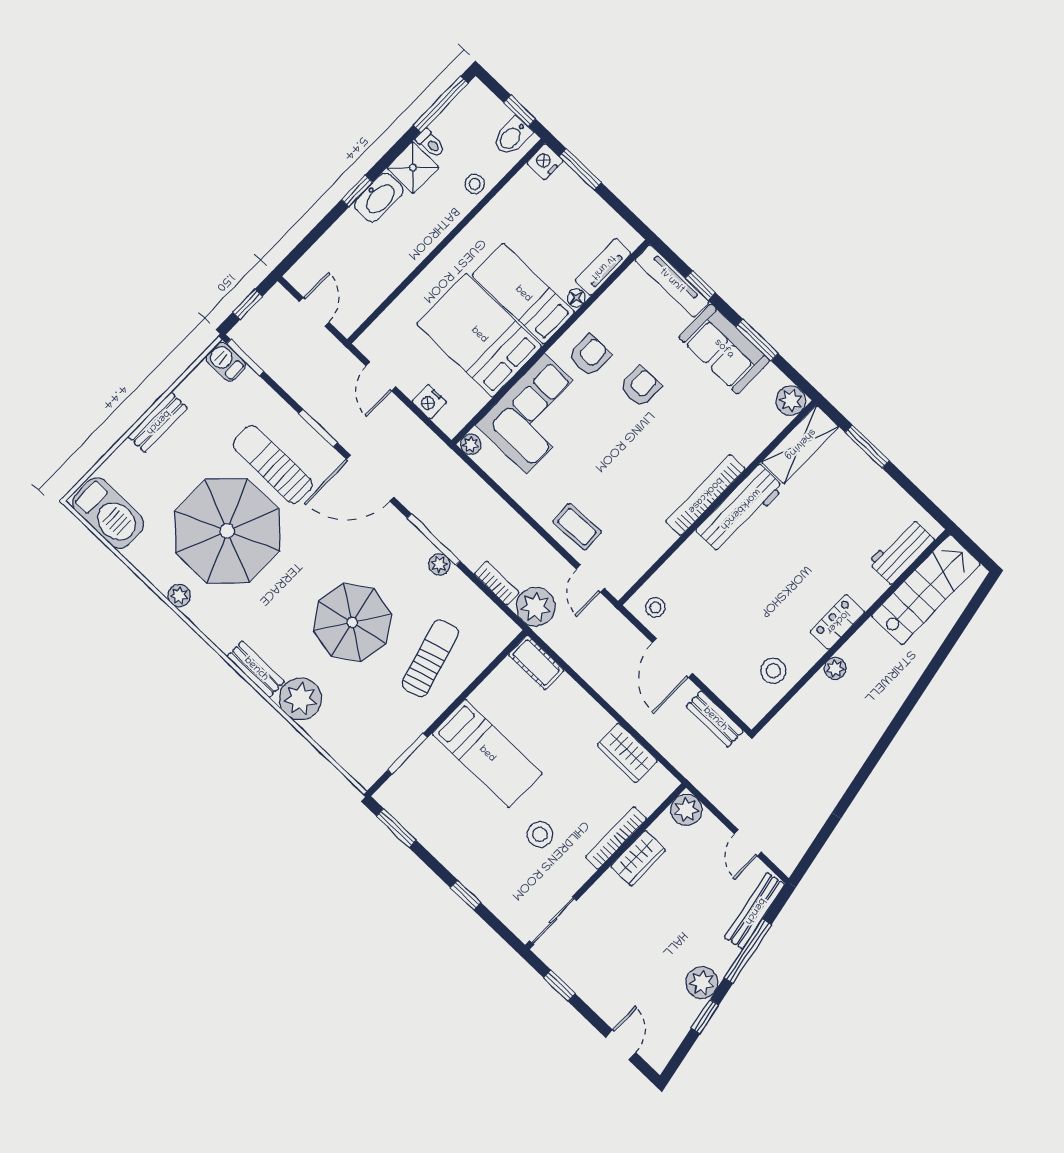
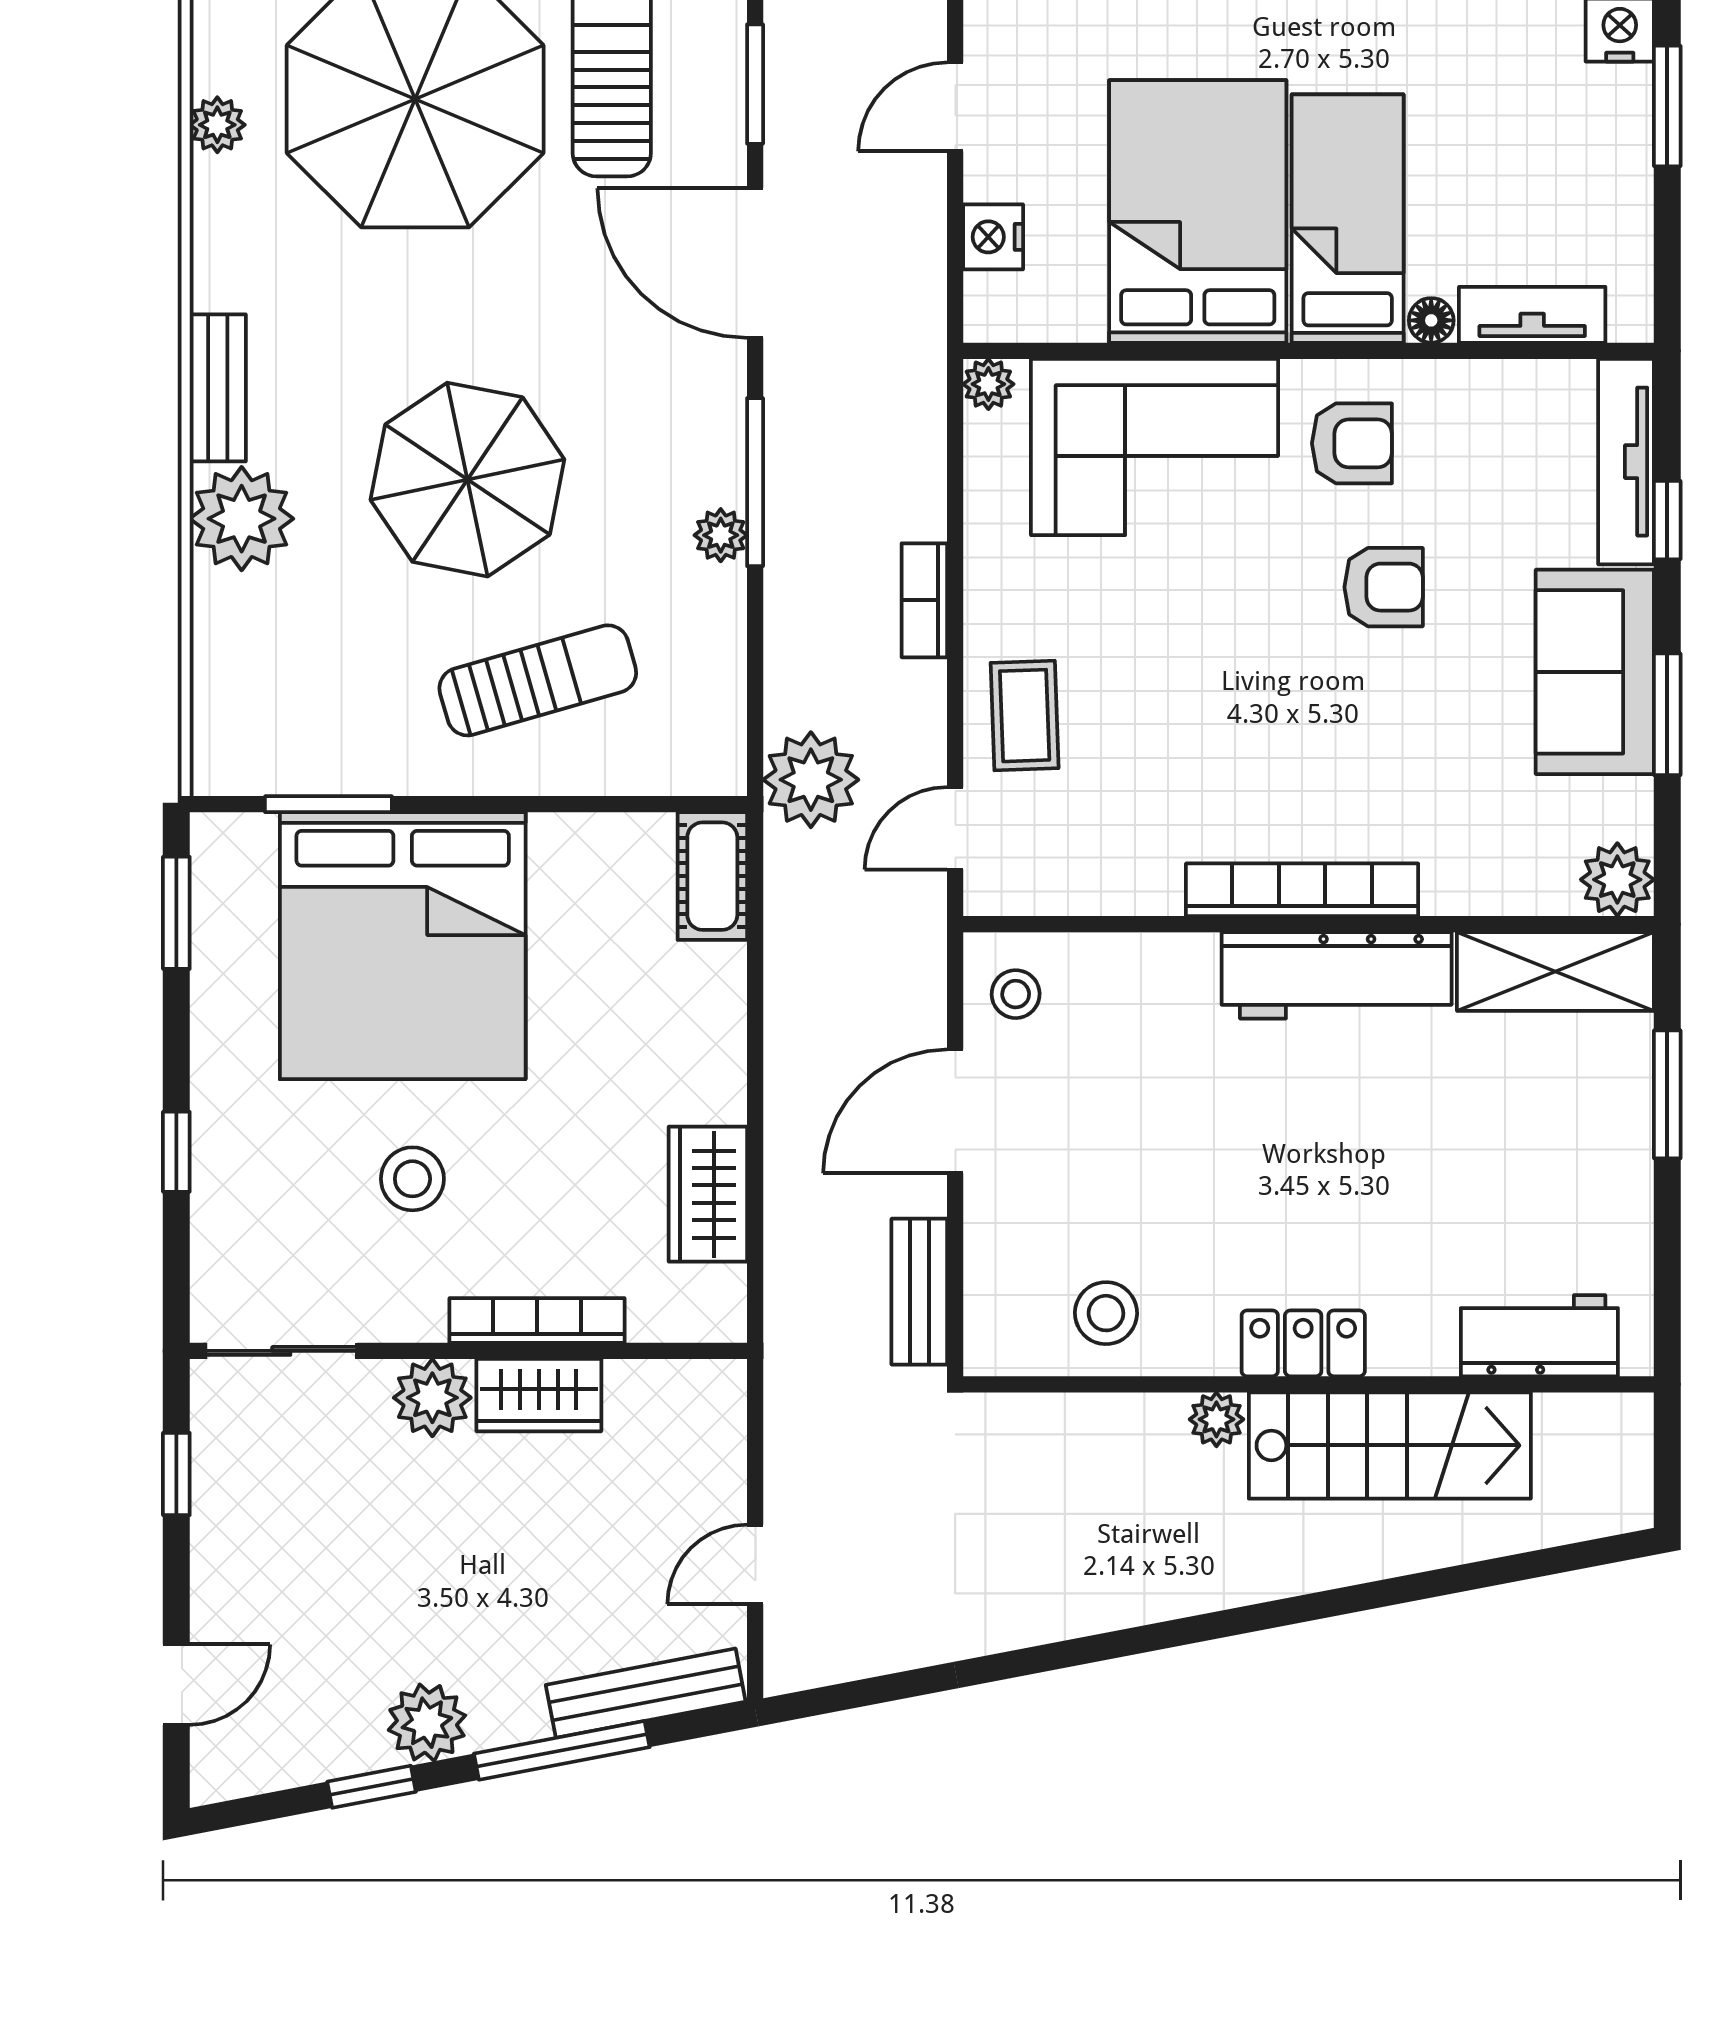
bookcase: (497, 583) -> (924, 600), moved, turned 180
stairs: (926, 590) -> (1390, 1445), moved
bed: (487, 754) -> (403, 946), width x2.04
plant: (686, 810) -> (432, 1398), moved

